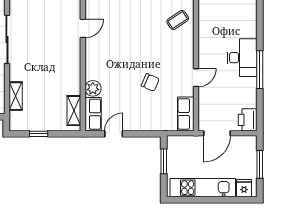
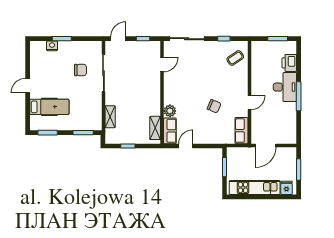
printer: (248, 120) -> (289, 63), moved

